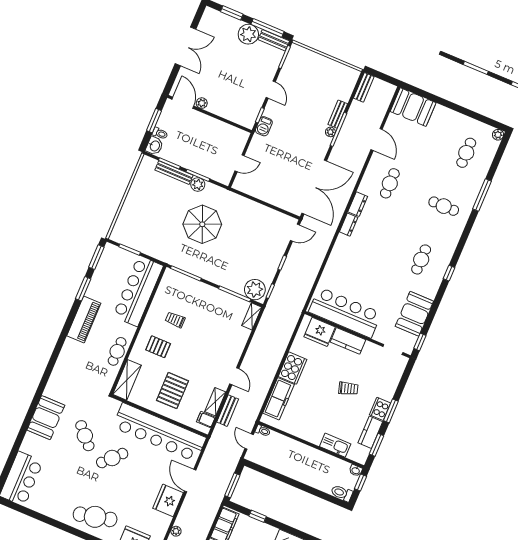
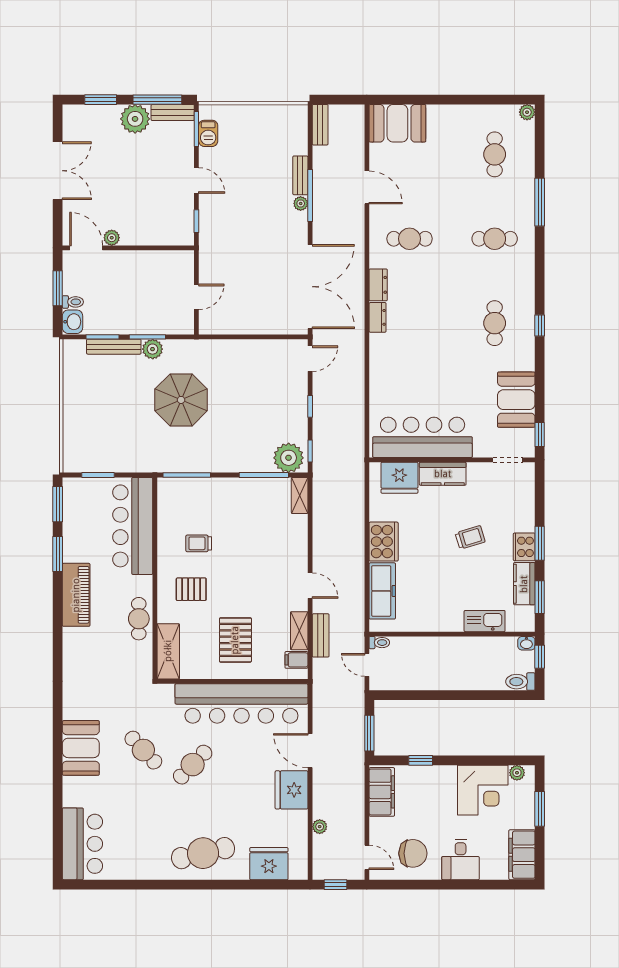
barbecue: (264, 126) -> (208, 133), moved
cafe table: (390, 183) -> (410, 239), turned 90

